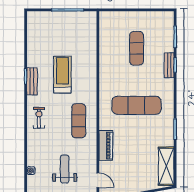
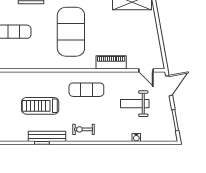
bench: (32, 81) -> (47, 136), width x1.36
exercise mat: (137, 105) -> (71, 32), width x1.47
door: (98, 180) -> (146, 70), swing flipped

